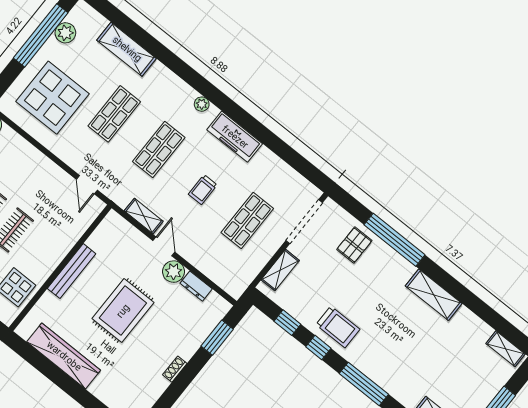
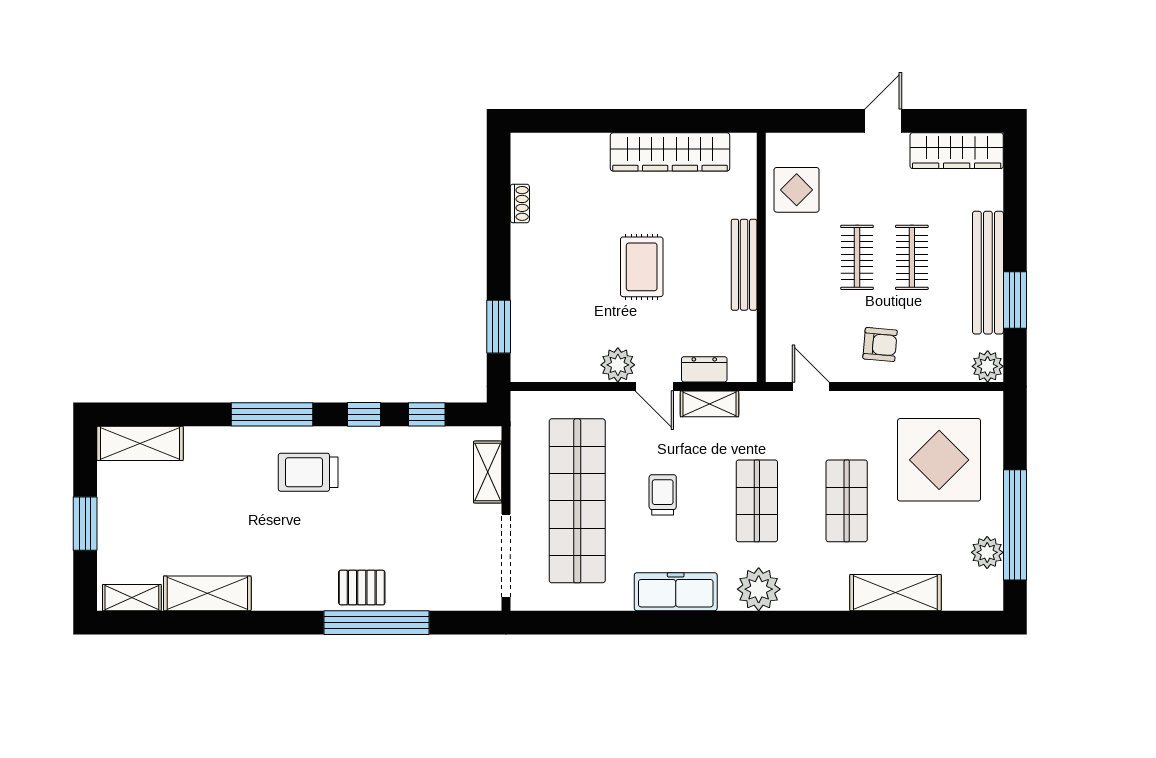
plant: (202, 104) -> (759, 589), width x1.88, depth x1.88
armchair: (36, 178) -> (880, 344), added
shop shelf: (247, 220) -> (577, 501), width x2.00, depth x1.36
pallet: (354, 245) -> (362, 588), moved, turned 90
dresser: (196, 286) -> (704, 369), moved
shelving: (434, 295) -> (207, 593), moved
rug: (123, 311) -> (642, 267), width x0.73, depth x0.70
trolley: (338, 327) -> (308, 472), moved
shoe rack: (175, 369) -> (520, 203), moved

